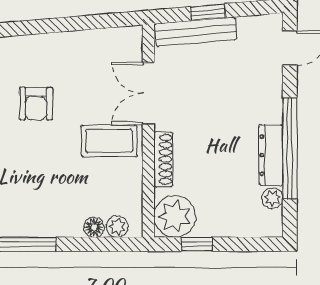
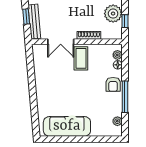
armchair: (36, 104) -> (113, 84), moved, turned 90
plant: (175, 216) -> (113, 14), moved

